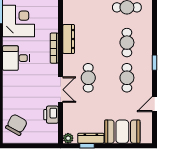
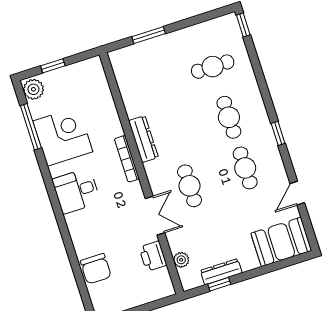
chair: (16, 125) -> (96, 269), moved, turned 151
booth: (122, 132) -> (281, 242), moved
plant: (68, 138) -> (181, 260), moved

